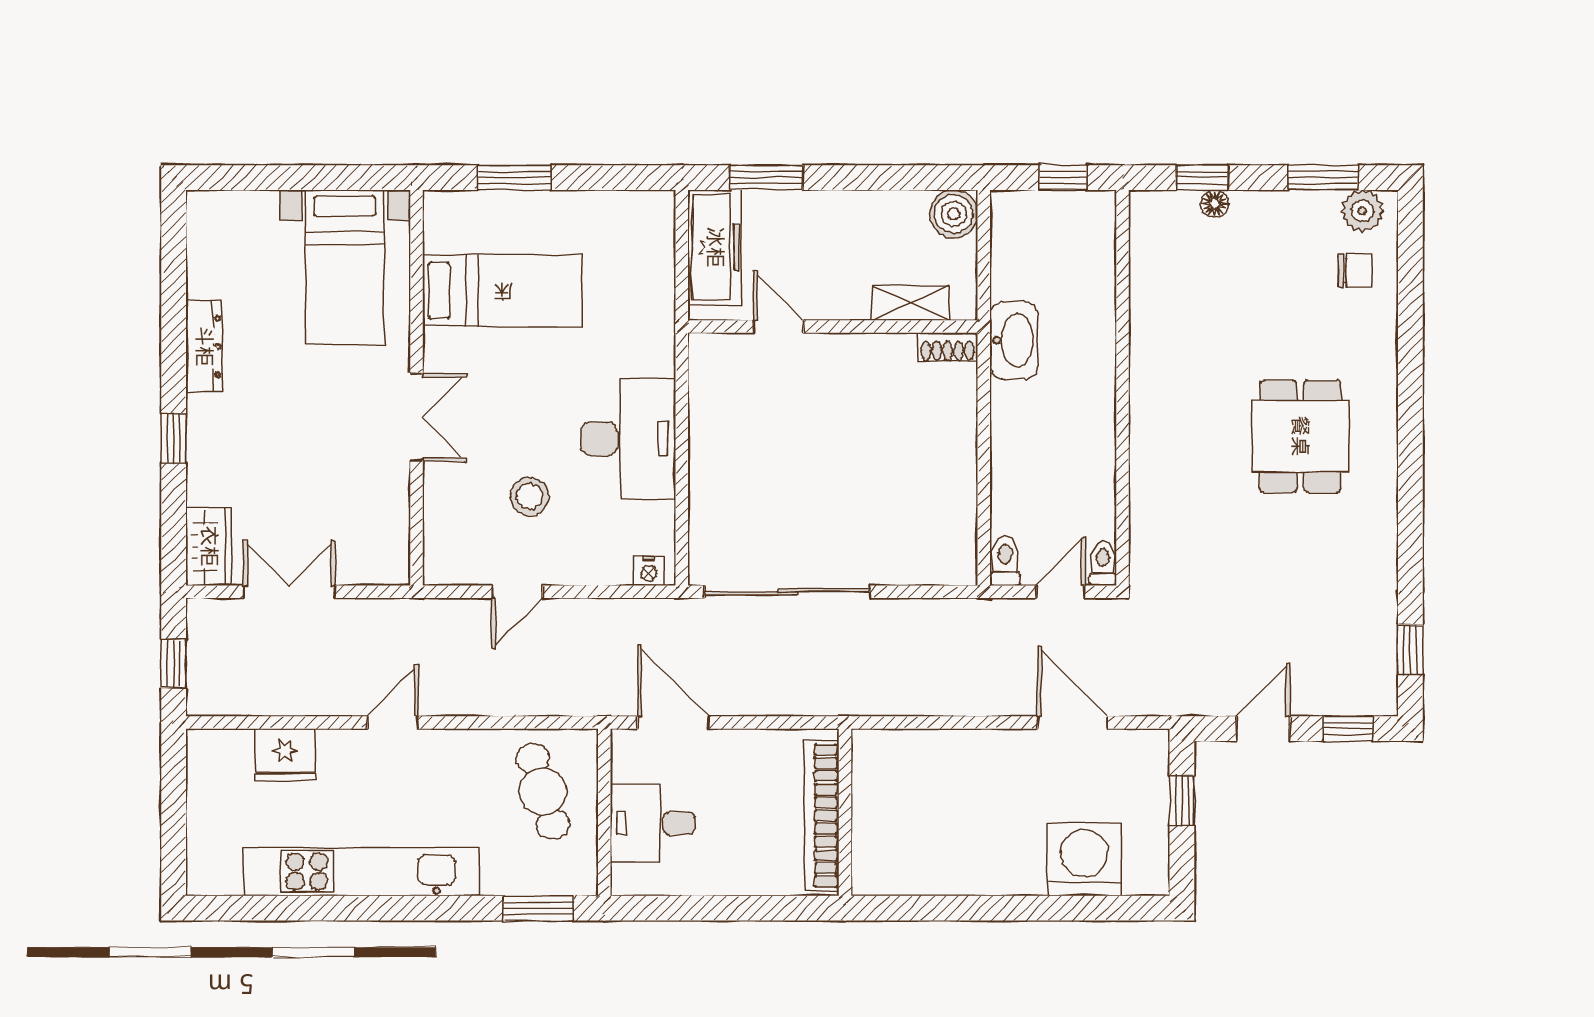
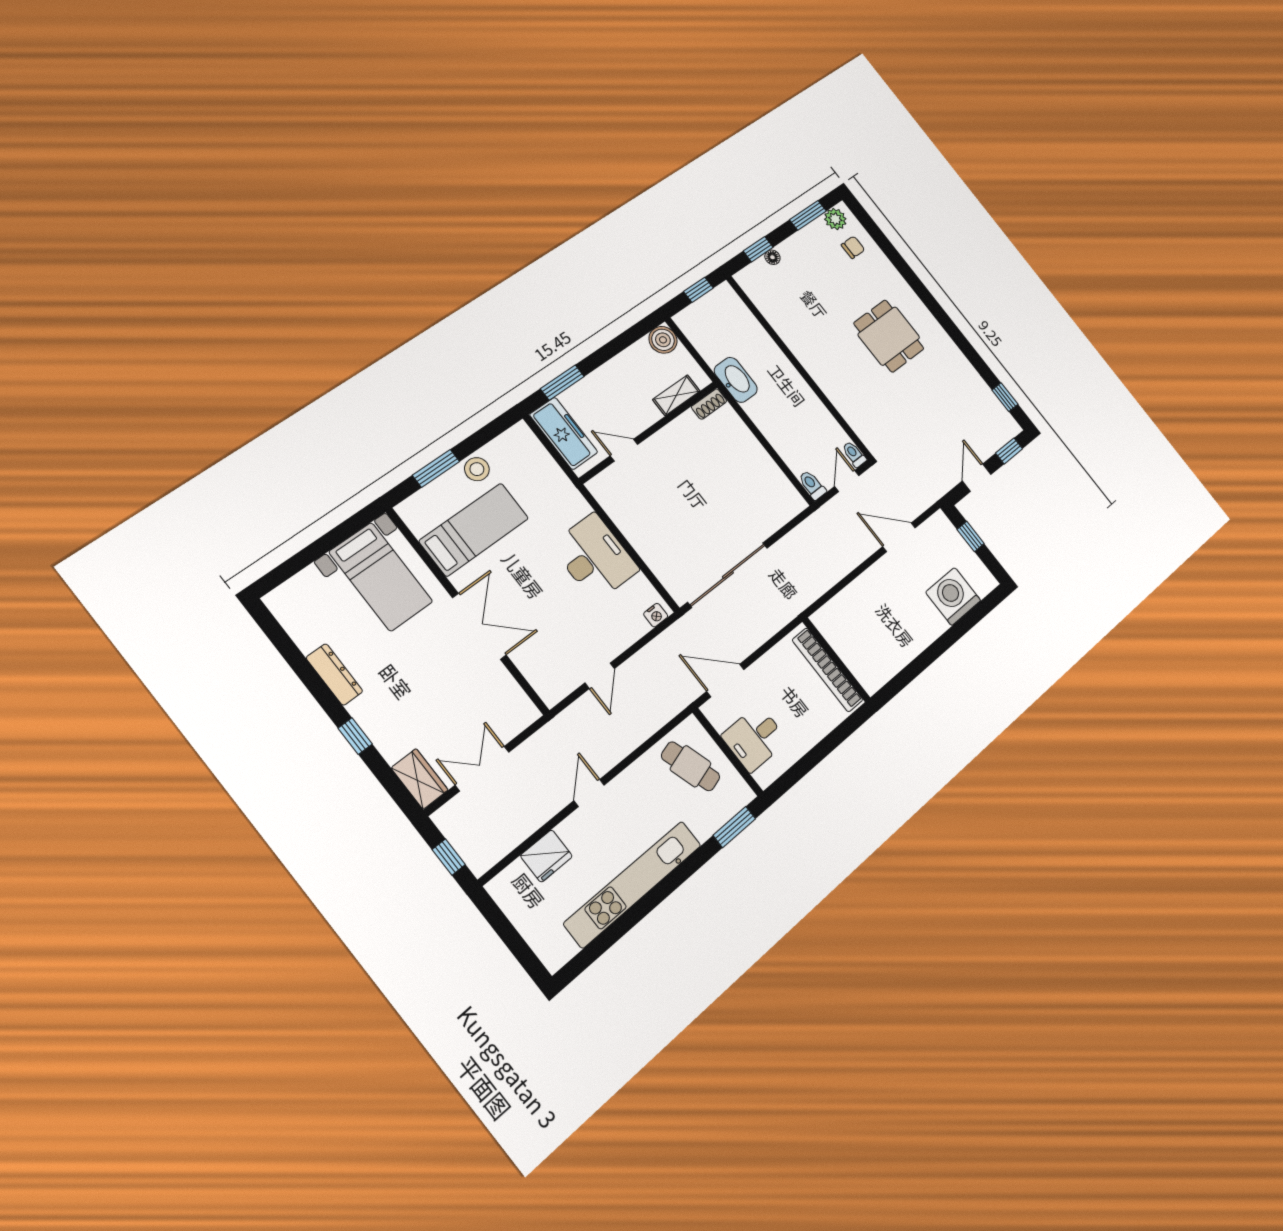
double door: (416, 417) -> (479, 626), width x1.37
stool: (530, 496) -> (477, 469), moved

